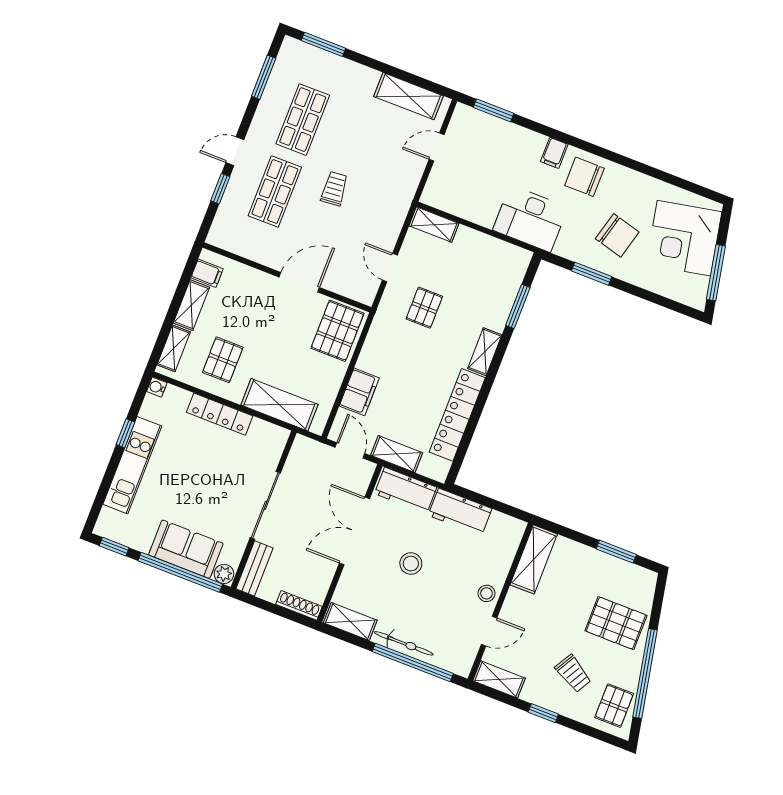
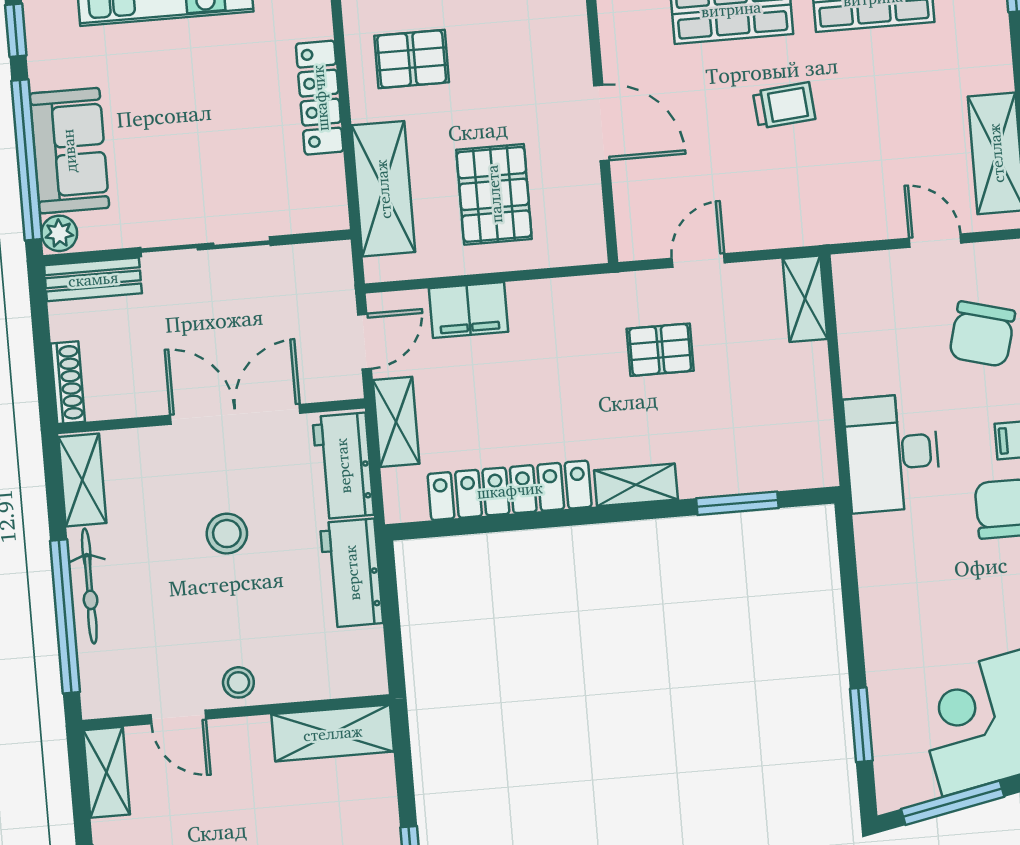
chair: (617, 235) -> (982, 334), moved
window: (592, 274) -> (861, 725), moved
pallet: (337, 331) -> (494, 194), moved, turned 90

